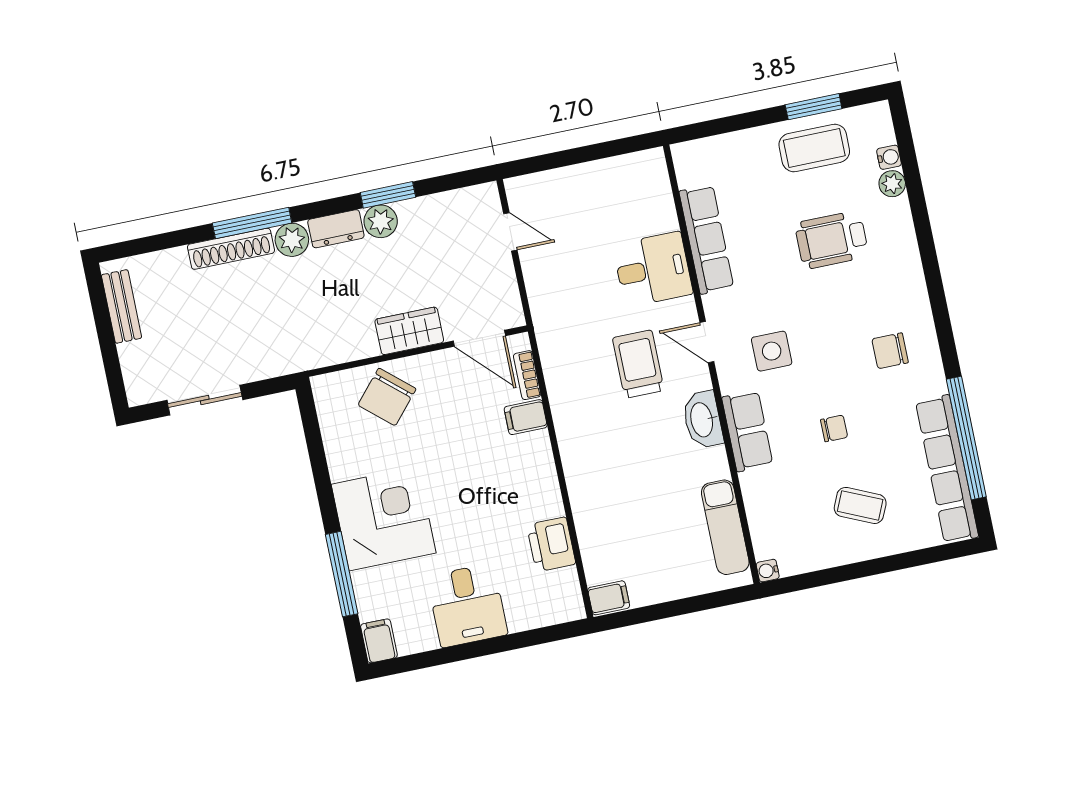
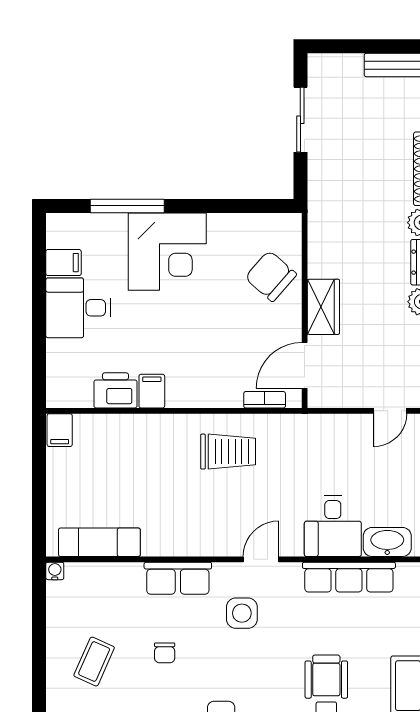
trolley: (638, 364) -> (228, 452), moved
filing cabinet: (526, 417) -> (152, 391), moved
washbasin: (703, 420) -> (387, 542), moved
filing cabinet: (379, 641) -> (64, 263), moved

